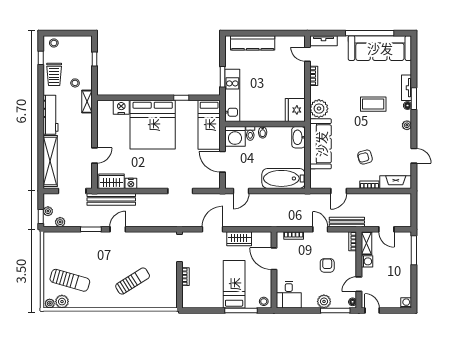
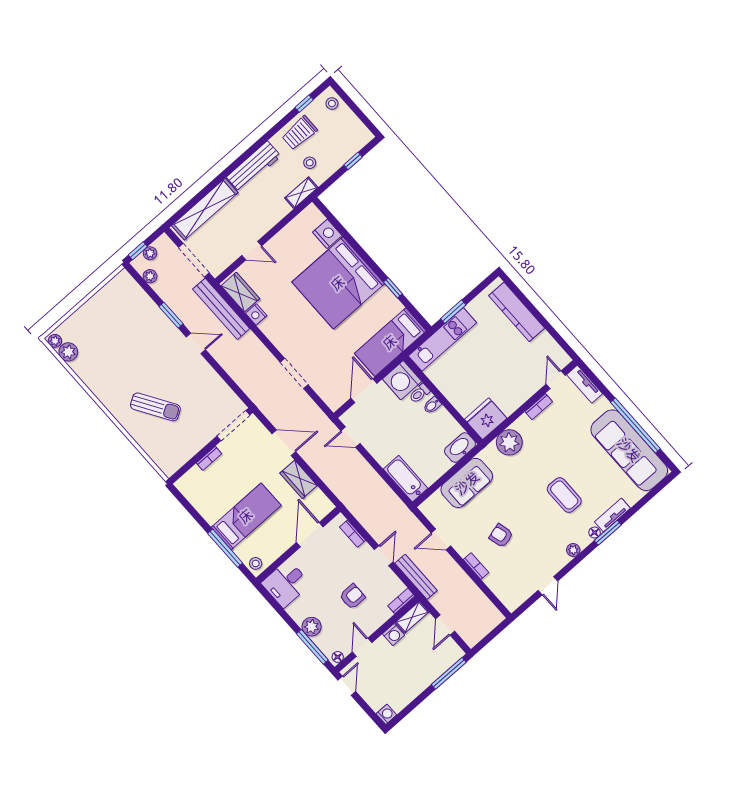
sofa: (321, 144) -> (467, 483), width x0.73
bathtub: (284, 178) -> (406, 479), width x0.73, depth x0.73
fireplace: (396, 182) -> (503, 591), removed
sun lounger: (70, 280) -> (98, 340), removed
door: (359, 284) -> (362, 647), hinge flipped

